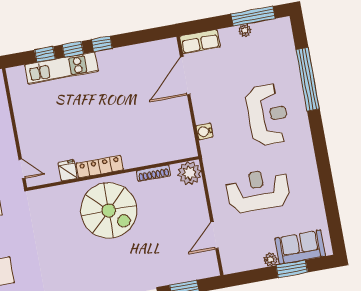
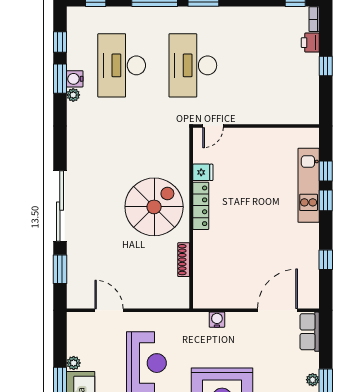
window: (102, 44) -> (326, 260), moved
door: (185, 76) -> (278, 310), hinge flipped
plant: (189, 173) -> (177, 296), removed
spiral stairs: (109, 210) -> (154, 207), turned 180

